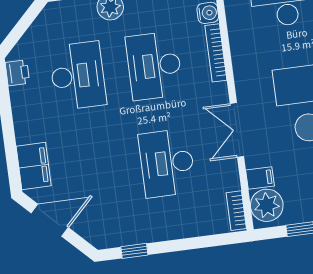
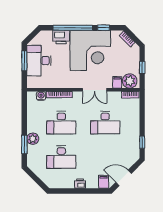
printer: (17, 73) -> (80, 184), moved
desk: (78, 76) -> (61, 157), turned 180
filing cabinet: (34, 166) -> (104, 182), width x0.50
door: (50, 220) -> (124, 178), hinge flipped

